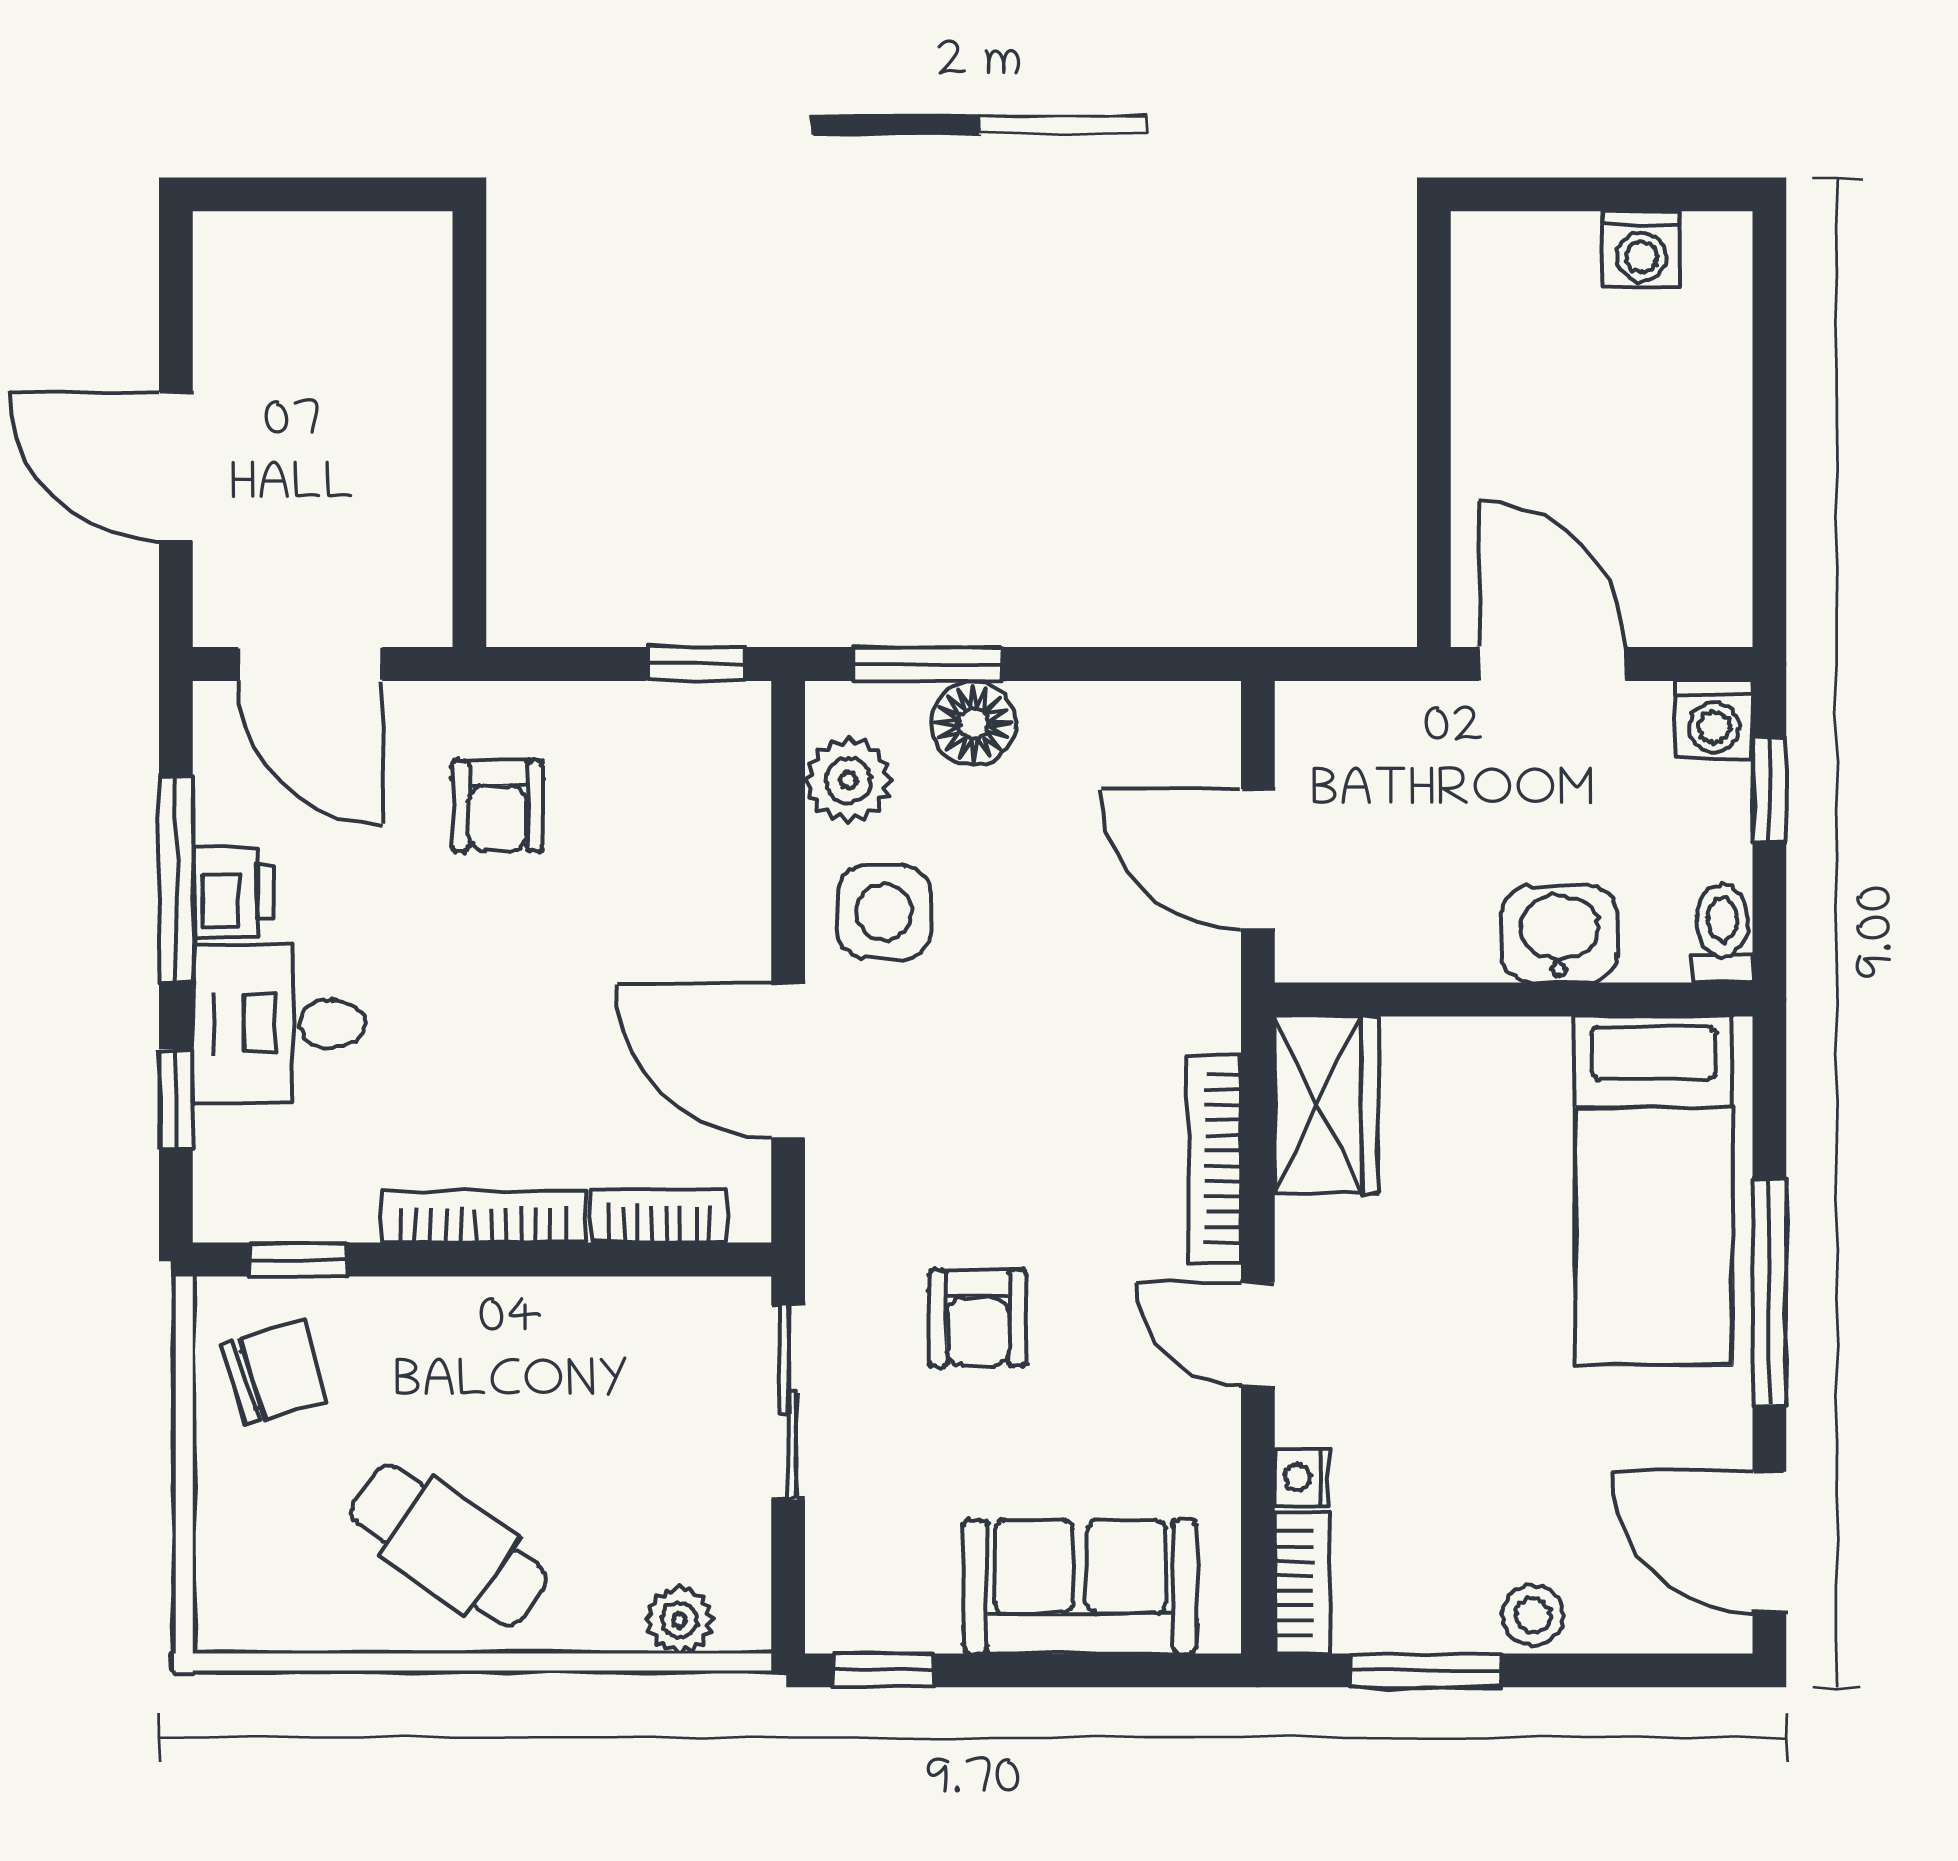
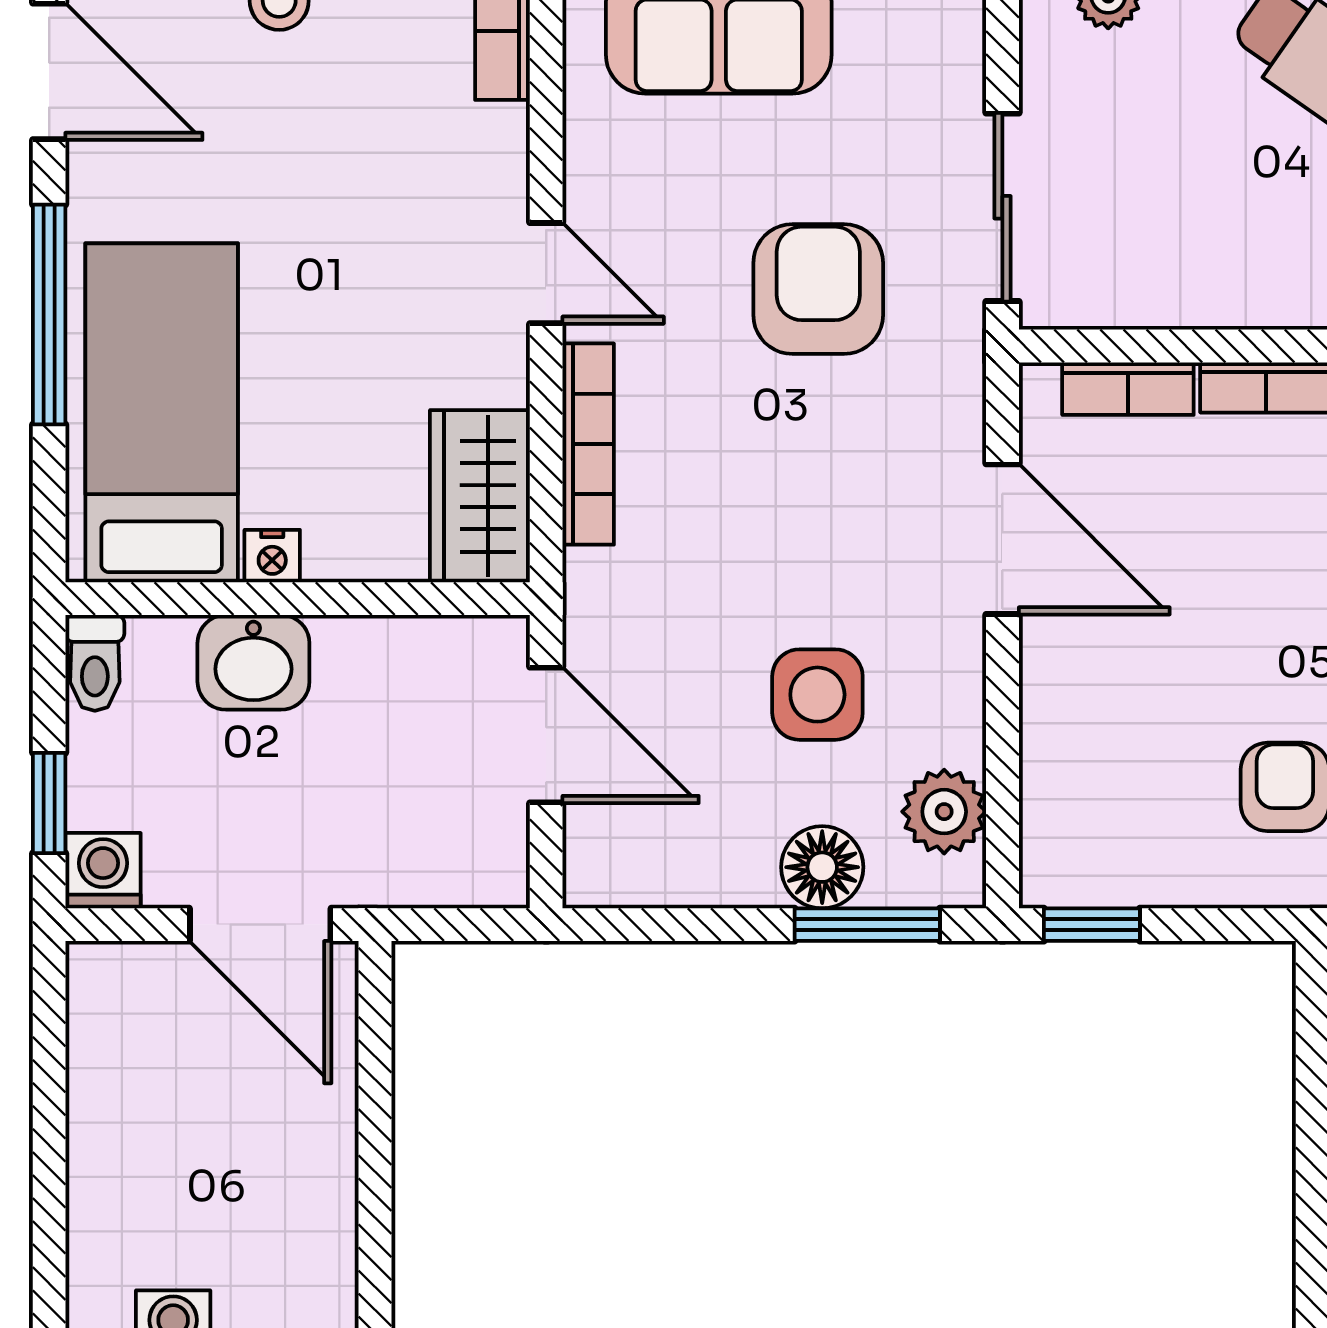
side table: (884, 912) -> (817, 695), moved
armchair: (978, 1318) -> (818, 289), width x1.38, depth x1.38
nightstand: (1302, 1477) -> (272, 556), moved, turned 90

